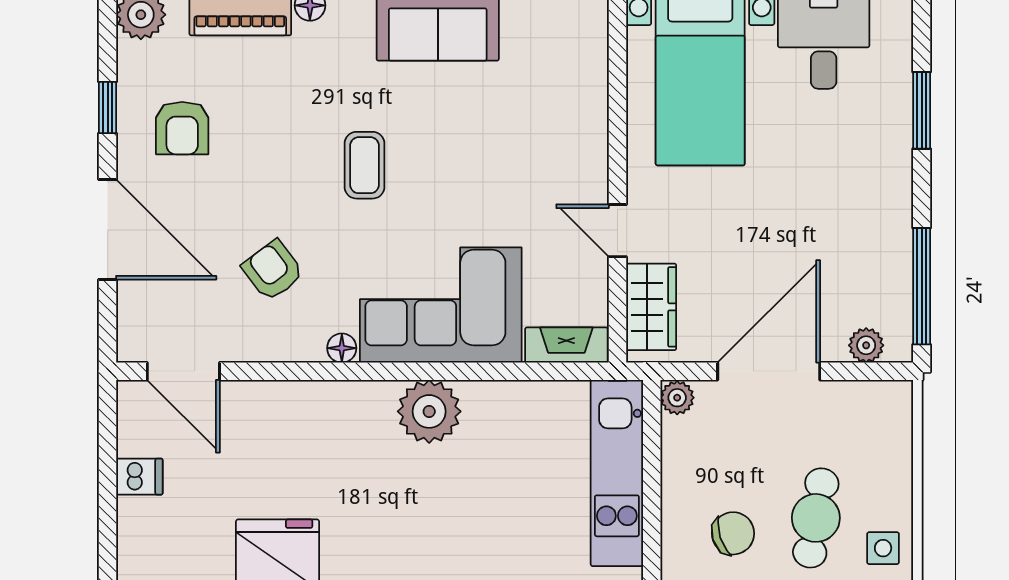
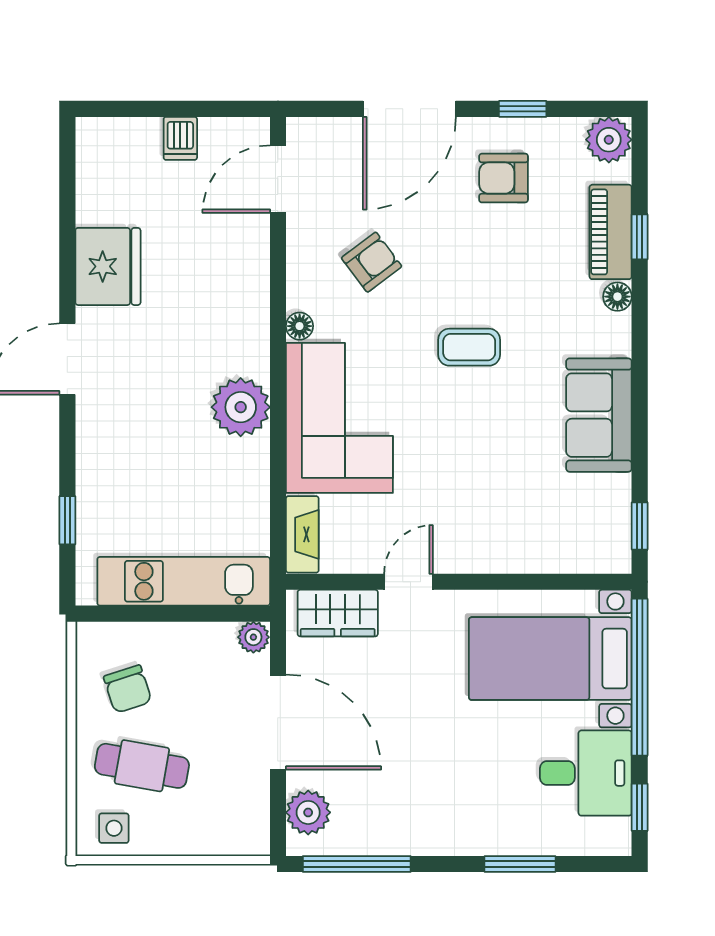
plant: (866, 345) -> (308, 812), width x1.38, depth x1.38

